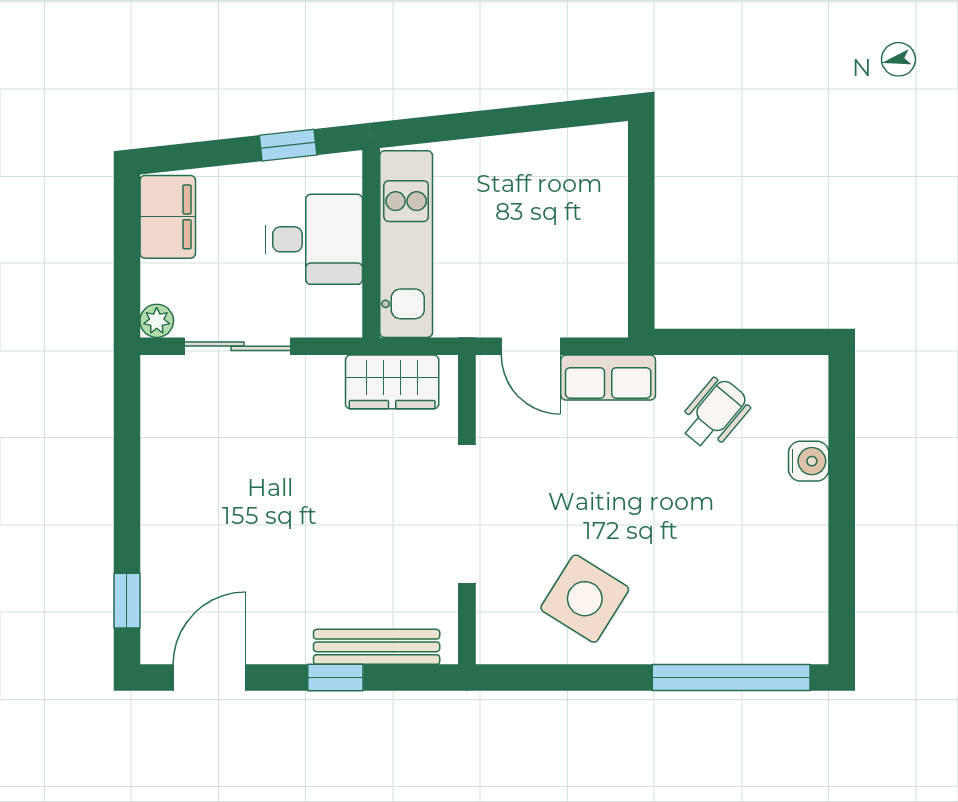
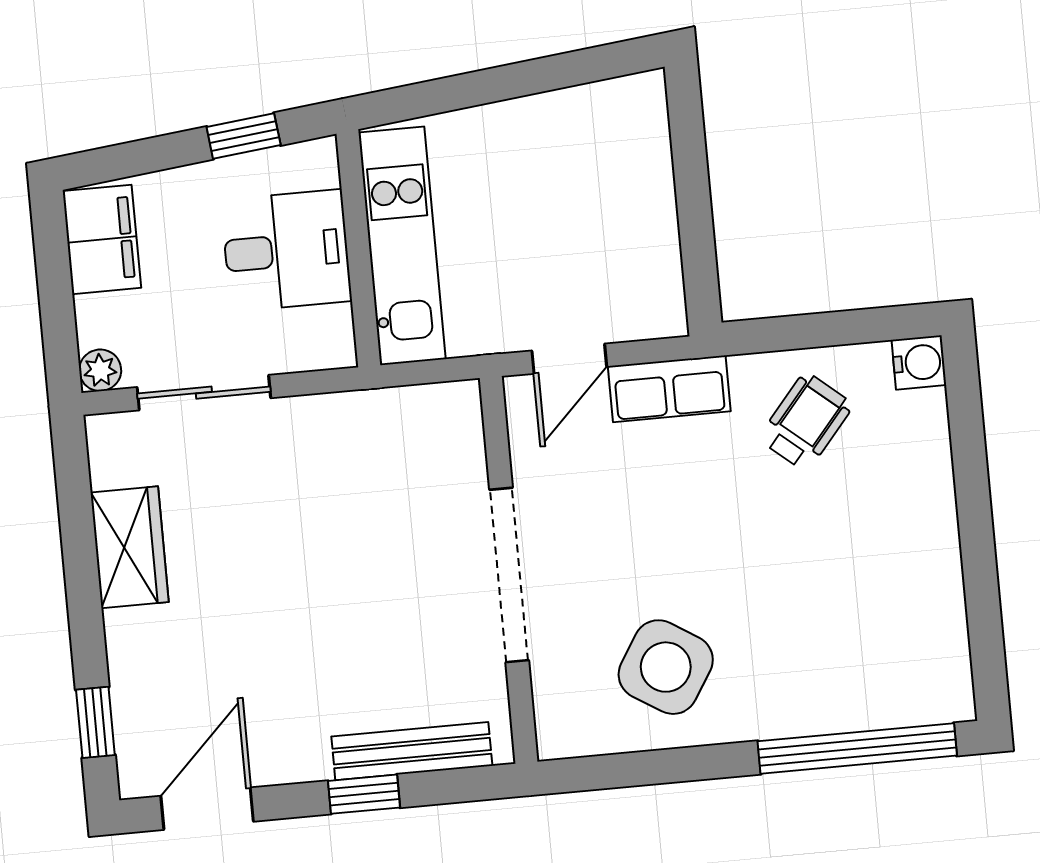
door: (531, 346) -> (569, 359), hinge flipped
wardrobe: (392, 382) -> (130, 547), moved, turned -90
water cooler: (809, 461) -> (919, 363), moved

